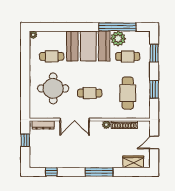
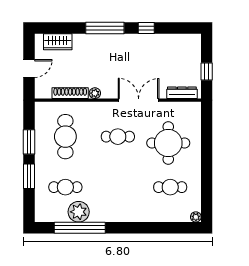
booth: (88, 46) -> (120, 201), removed
window: (154, 53) -> (29, 176), moved
window: (51, 172) -> (146, 28), moved

